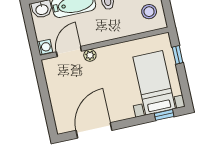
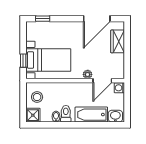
bed with nightstands: (154, 83) -> (48, 60), moved, turned -90
wardrobe: (60, 107) -> (118, 41), added

